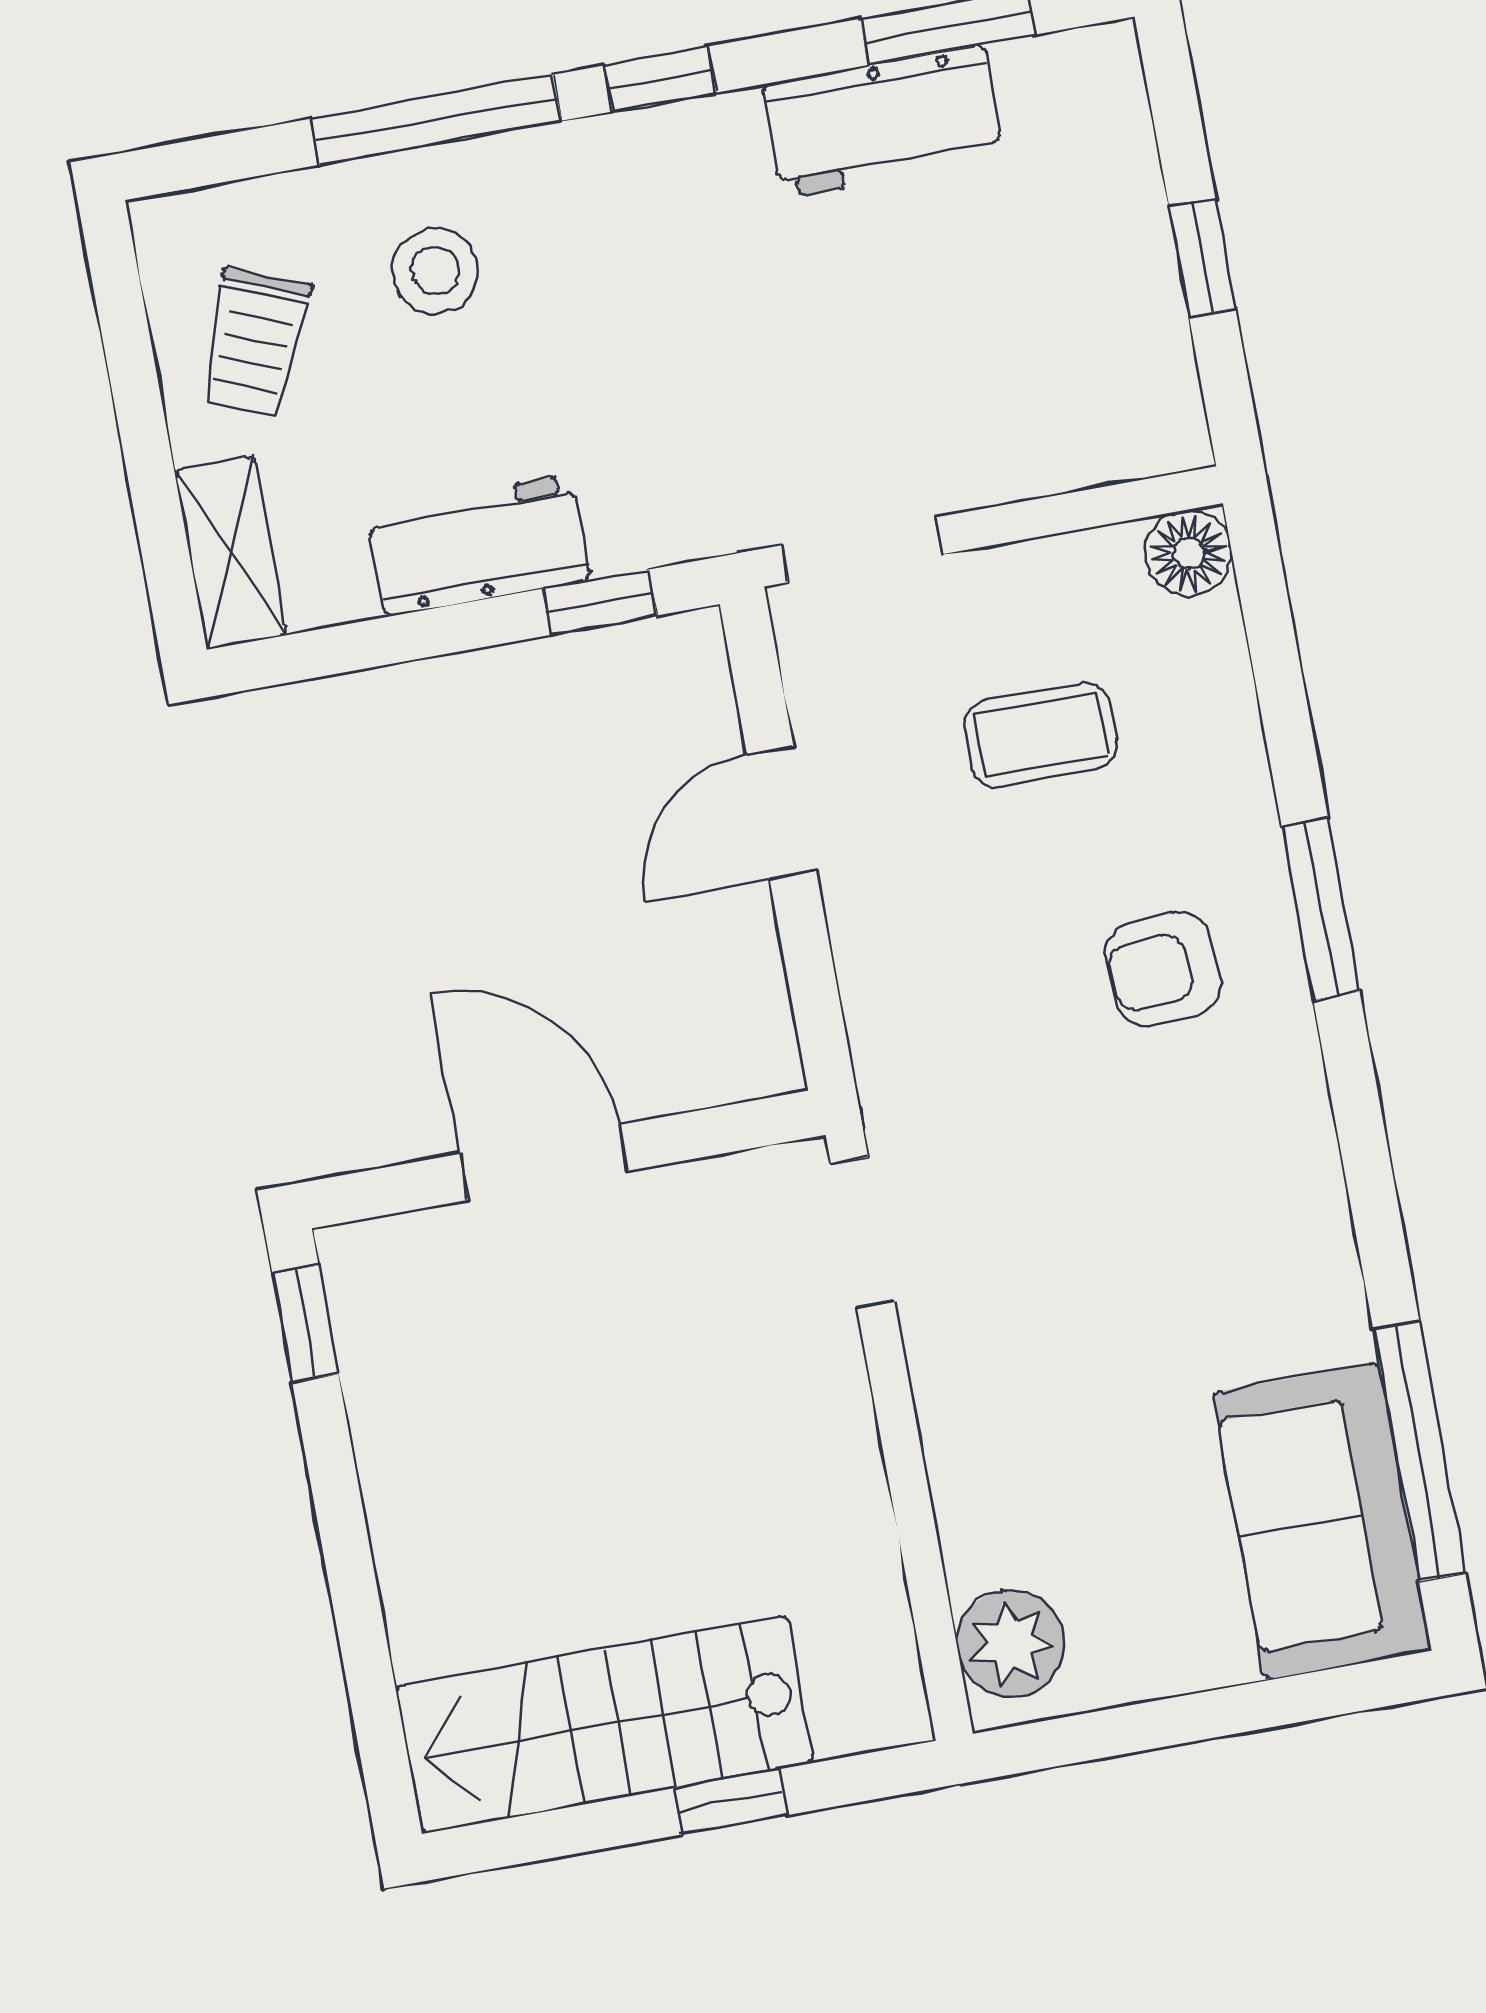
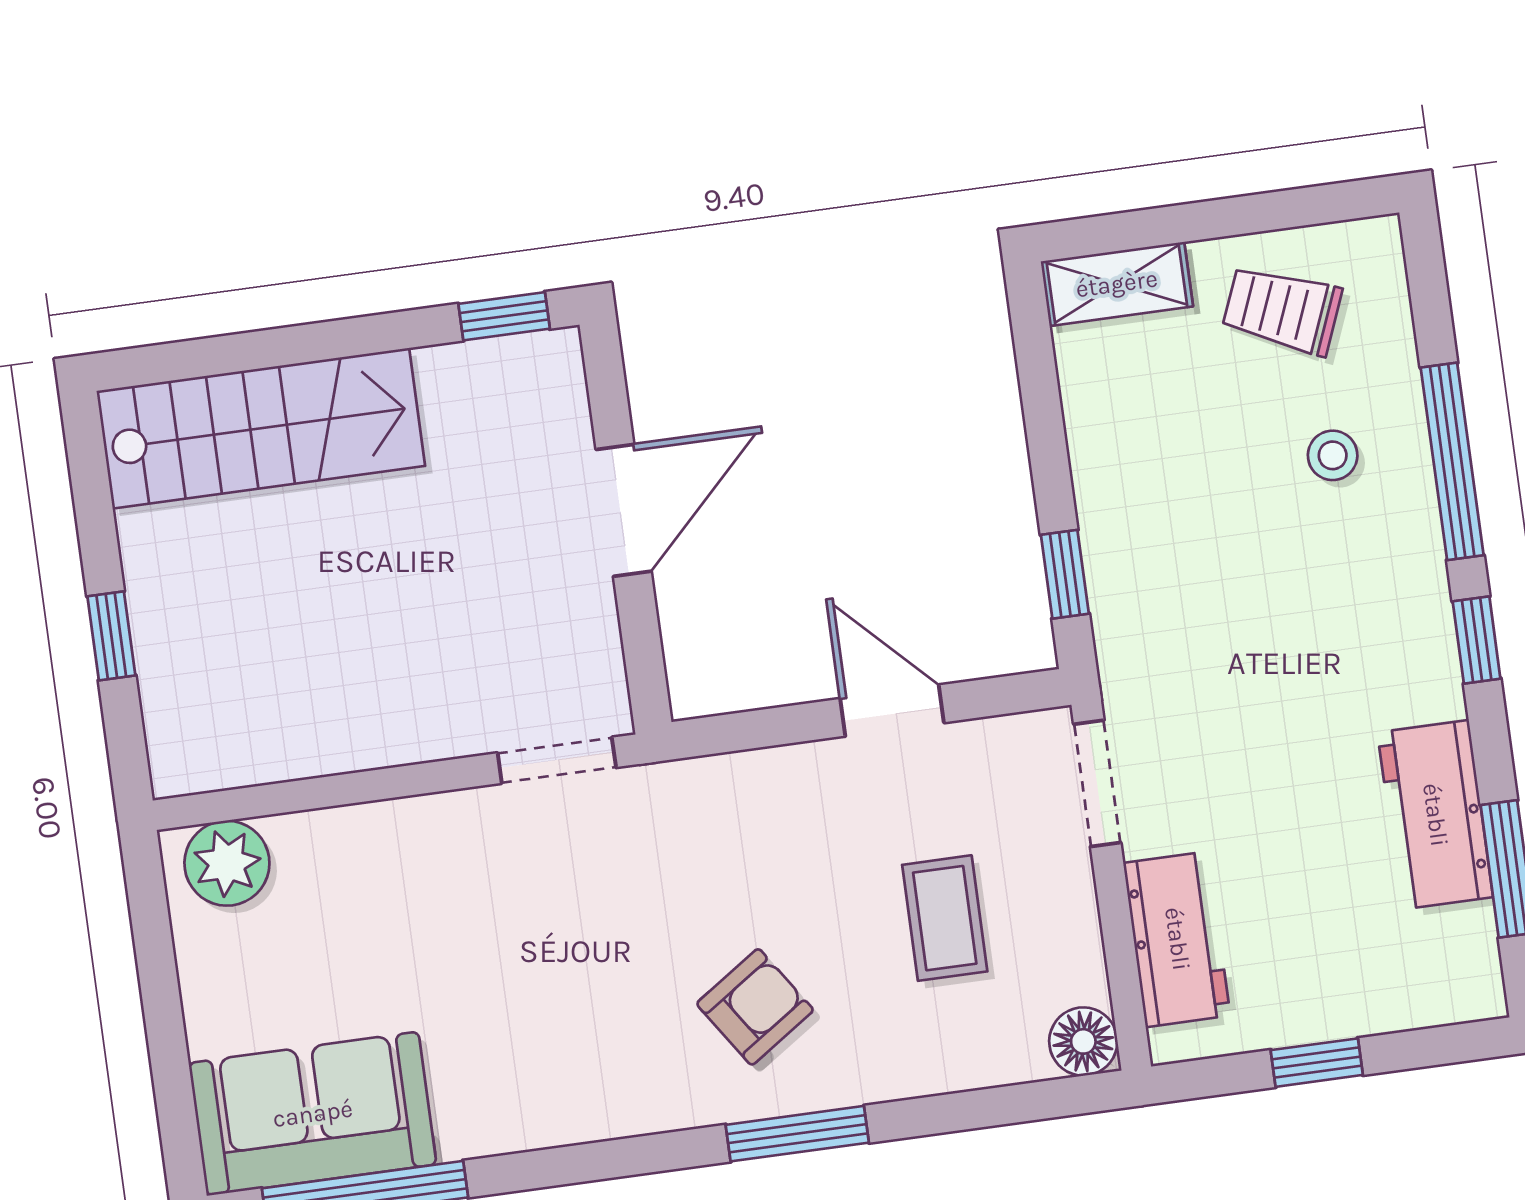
stool: (435, 271) -> (1333, 455), width x0.73, depth x0.73
workbench: (479, 545) -> (1177, 939), moved
armchair: (1163, 969) -> (755, 1007), turned 60
stairs: (604, 1725) -> (261, 428), moved, turned 90

